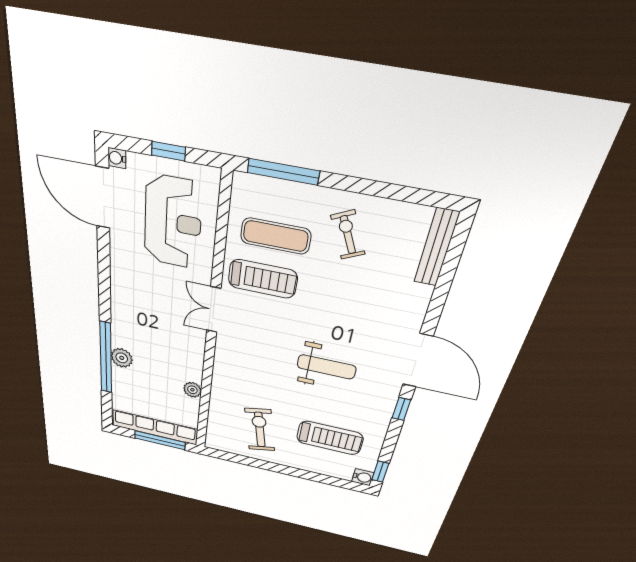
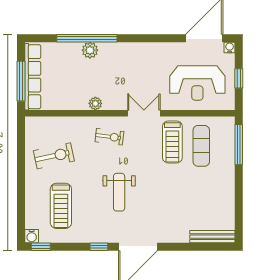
exercise bike: (348, 235) -> (109, 137), moved, turned 32
plant: (192, 390) -> (95, 103), moved

